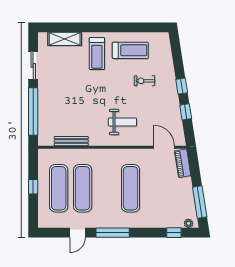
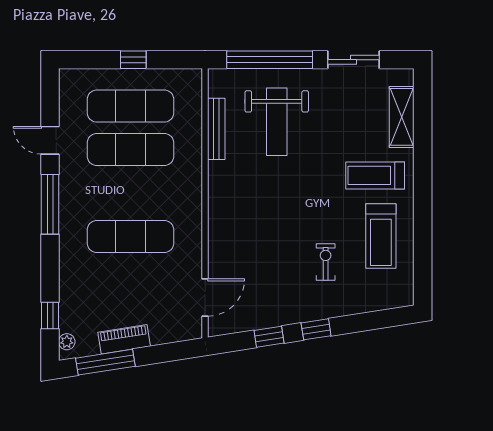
weight bench: (122, 122) -> (277, 122), moved, width x1.36, depth x1.33
piano: (183, 163) -> (124, 339), moved

